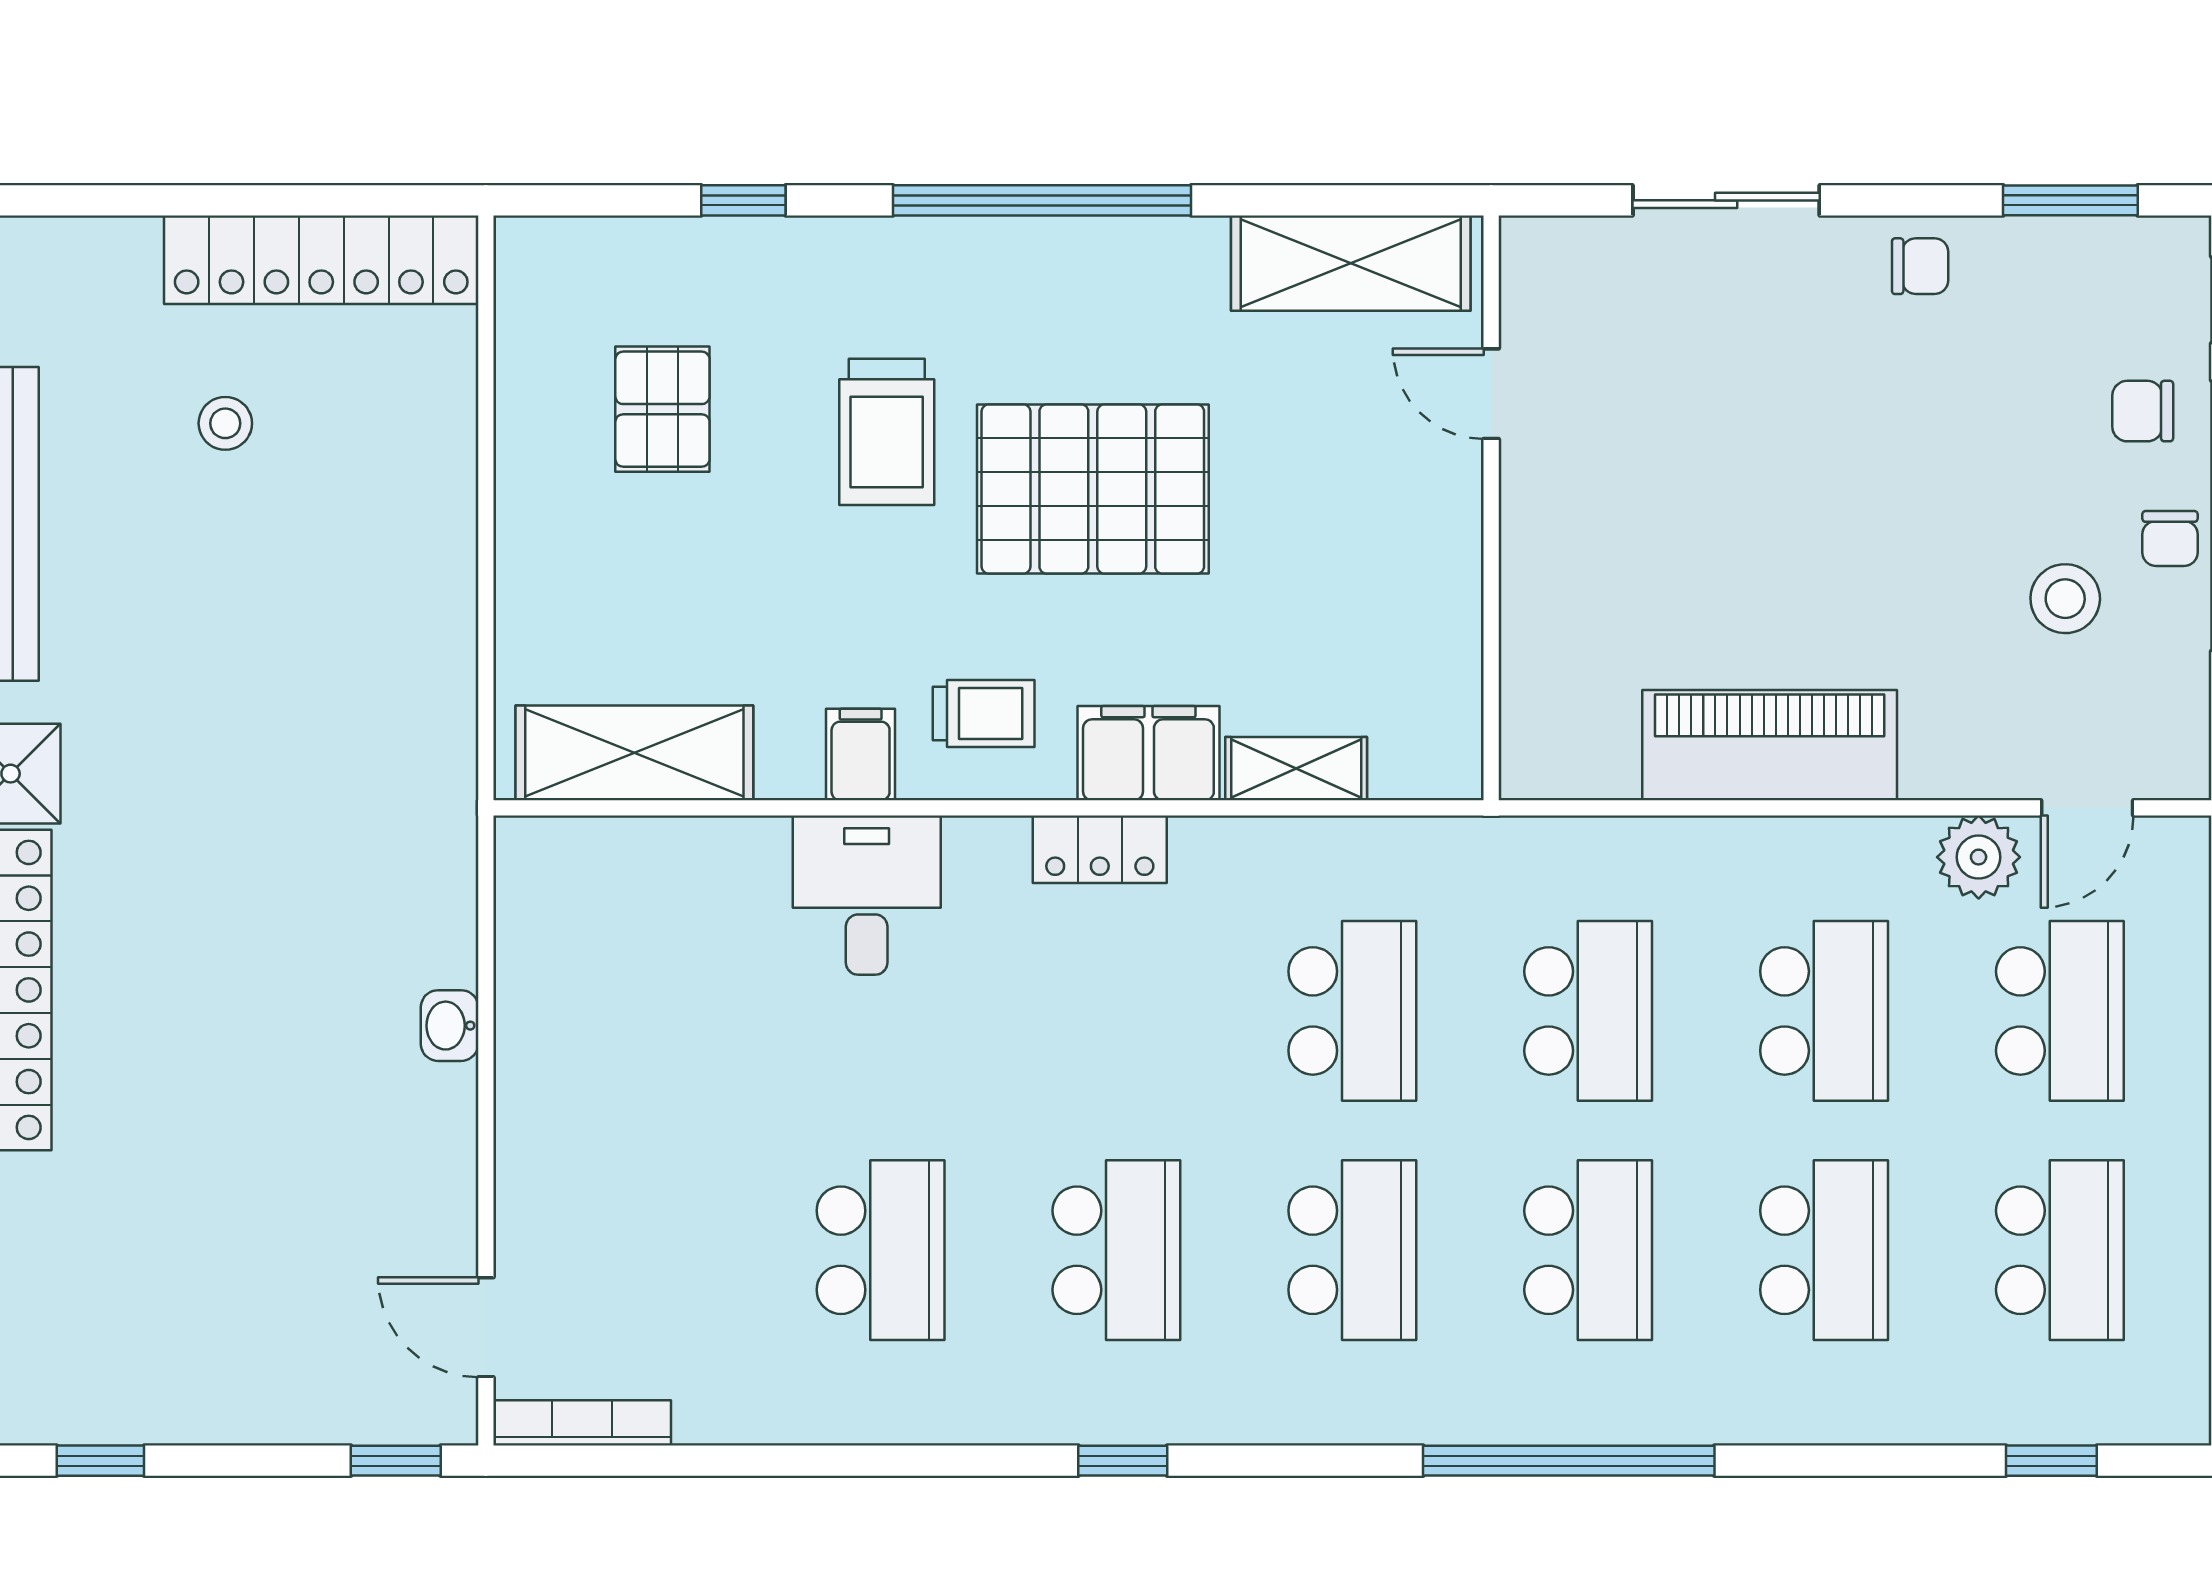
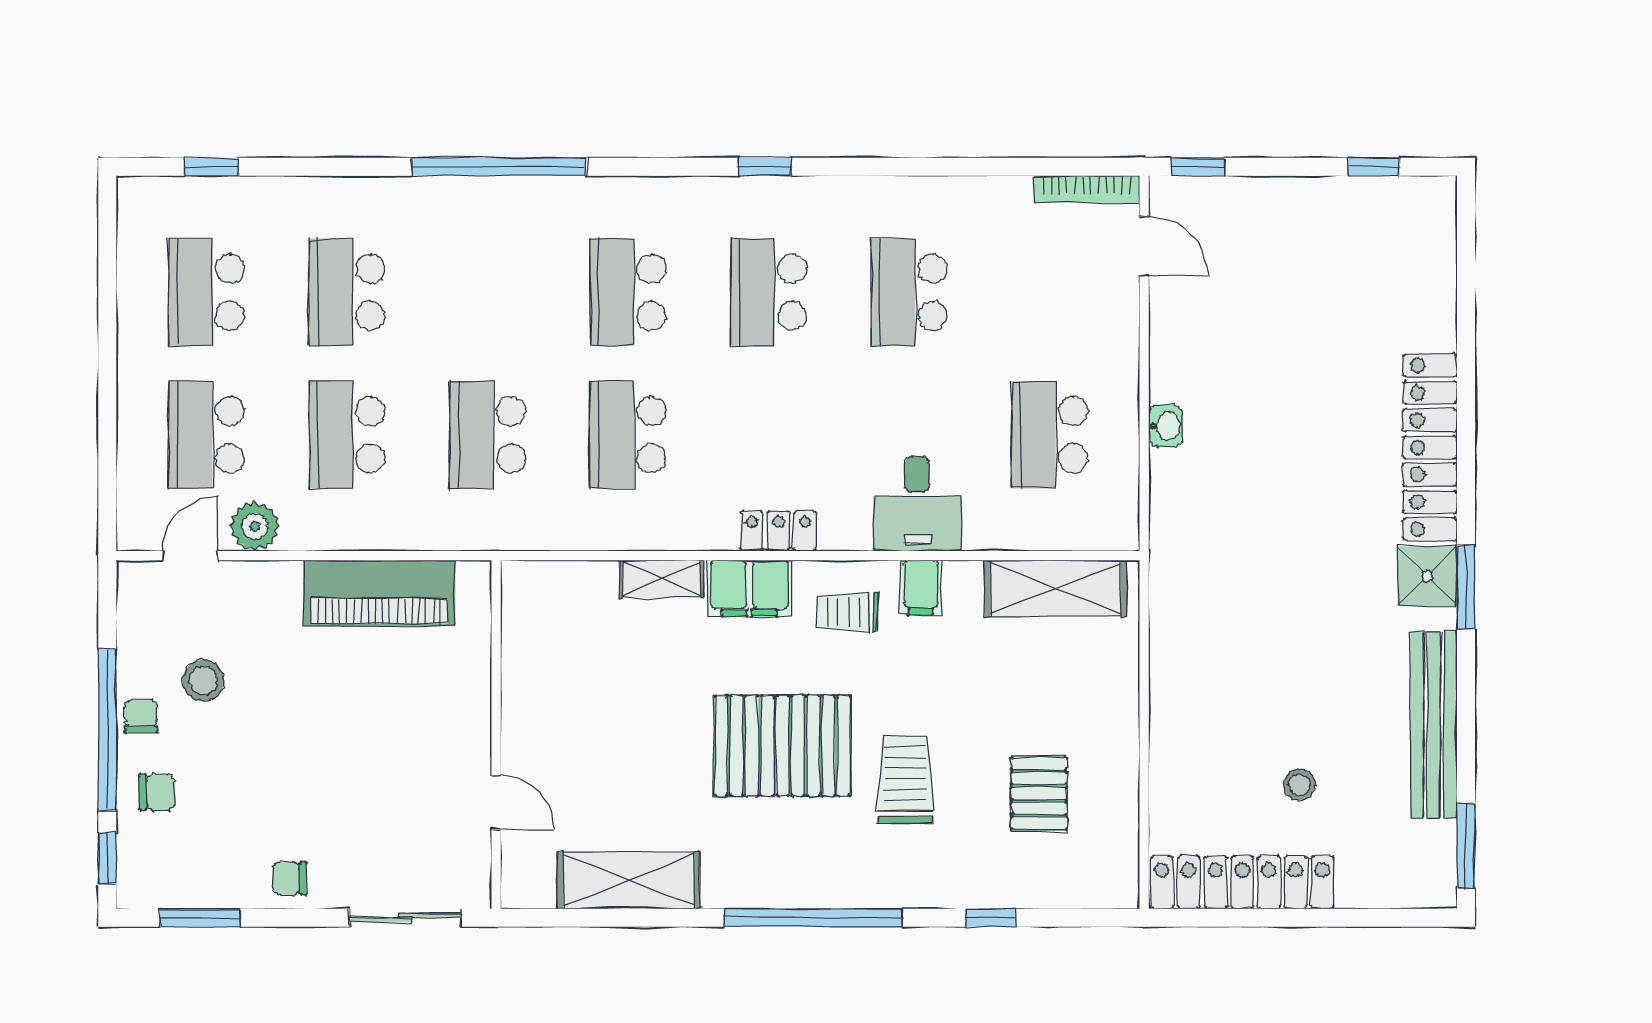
door: (1491, 394) -> (496, 802), moved
wall: (1491, 508) -> (496, 734), moved
school desk: (1588, 1250) -> (1050, 435), moved

